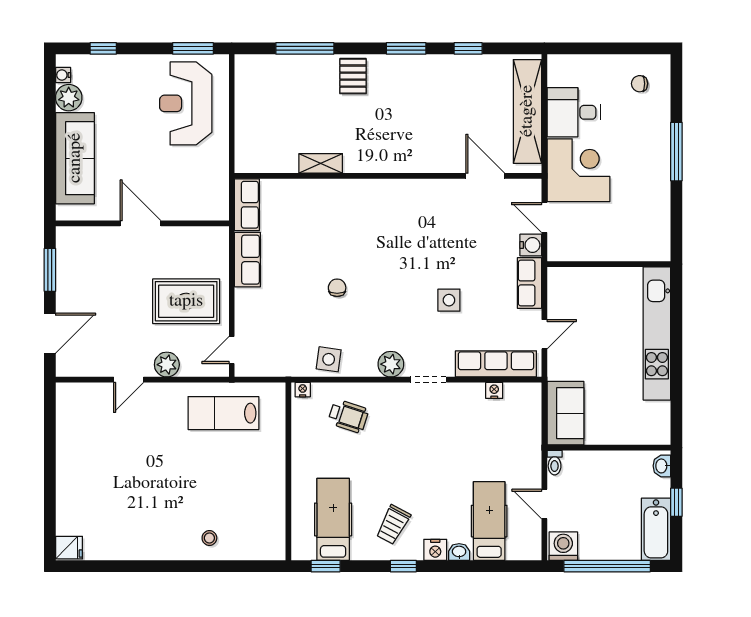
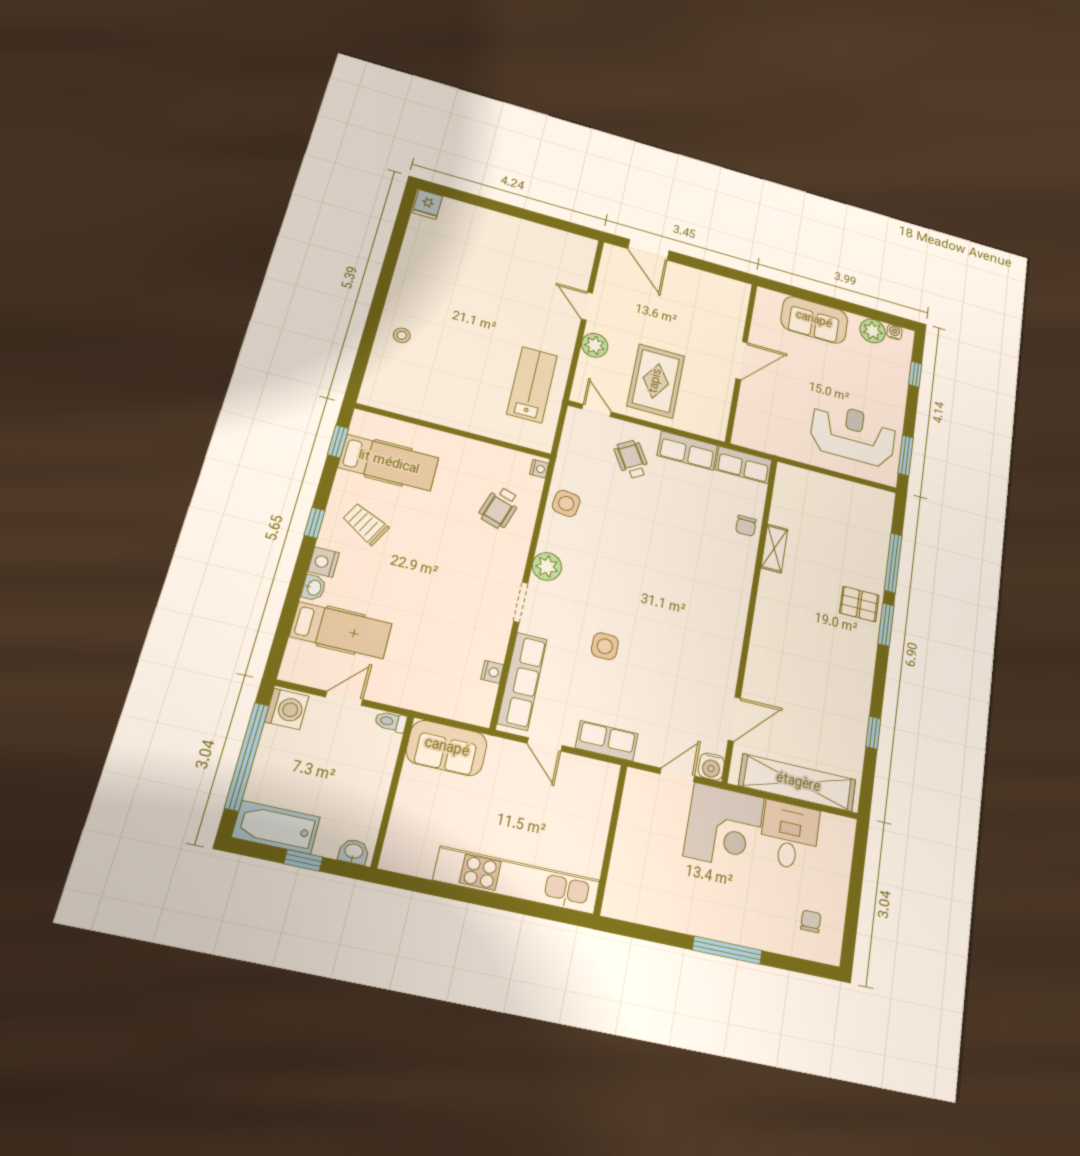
window: (406, 48) -> (886, 625), moved
sofa: (75, 158) -> (814, 320), width x0.73
water cooler: (531, 245) -> (711, 767), moved
window: (50, 270) -> (710, 267), removed
chair: (337, 288) -> (746, 526), moved, turned 90
wheelchair: (270, 309) -> (632, 459), added

